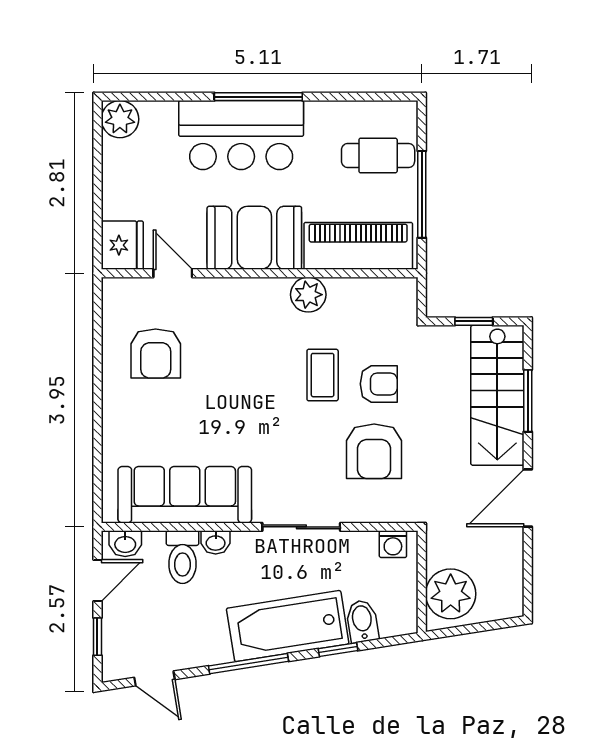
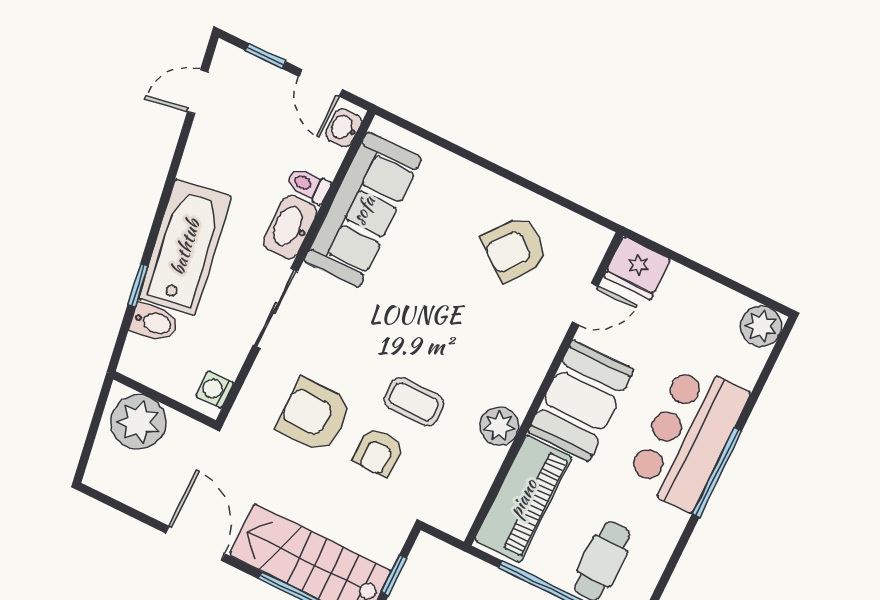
armchair: (156, 353) -> (515, 249), turned -52
washbasin: (216, 542) -> (290, 227), width x1.91, depth x1.45
toilet: (182, 557) -> (308, 185), width x0.73, depth x0.72
window: (249, 664) -> (167, 191), removed

